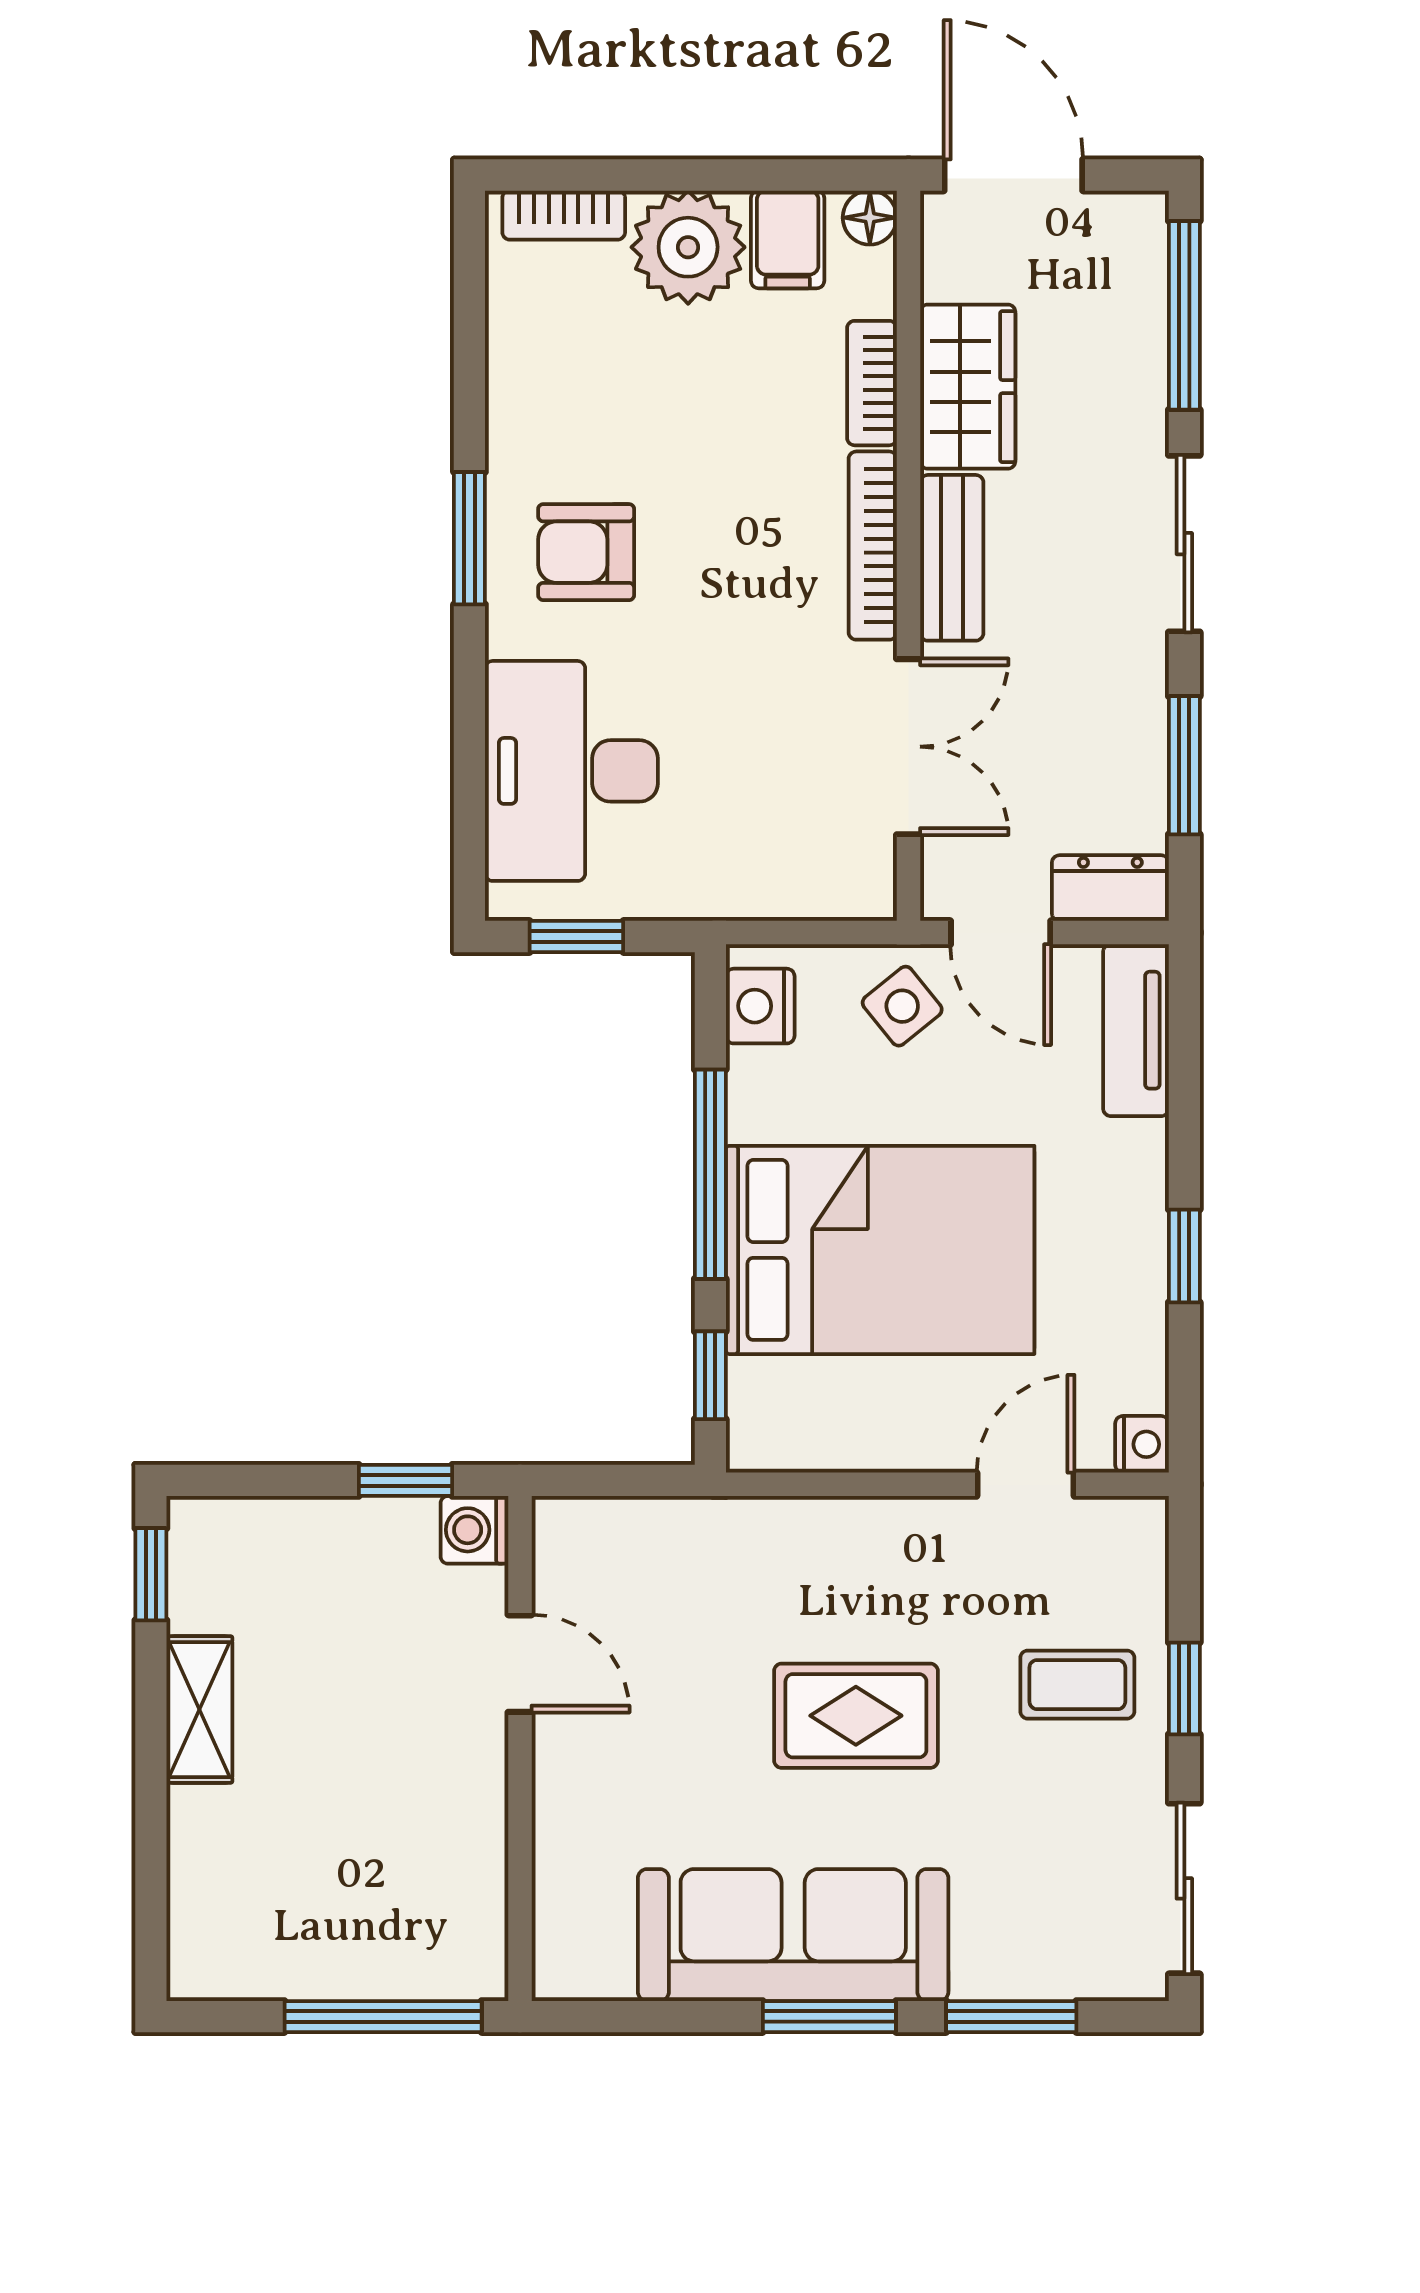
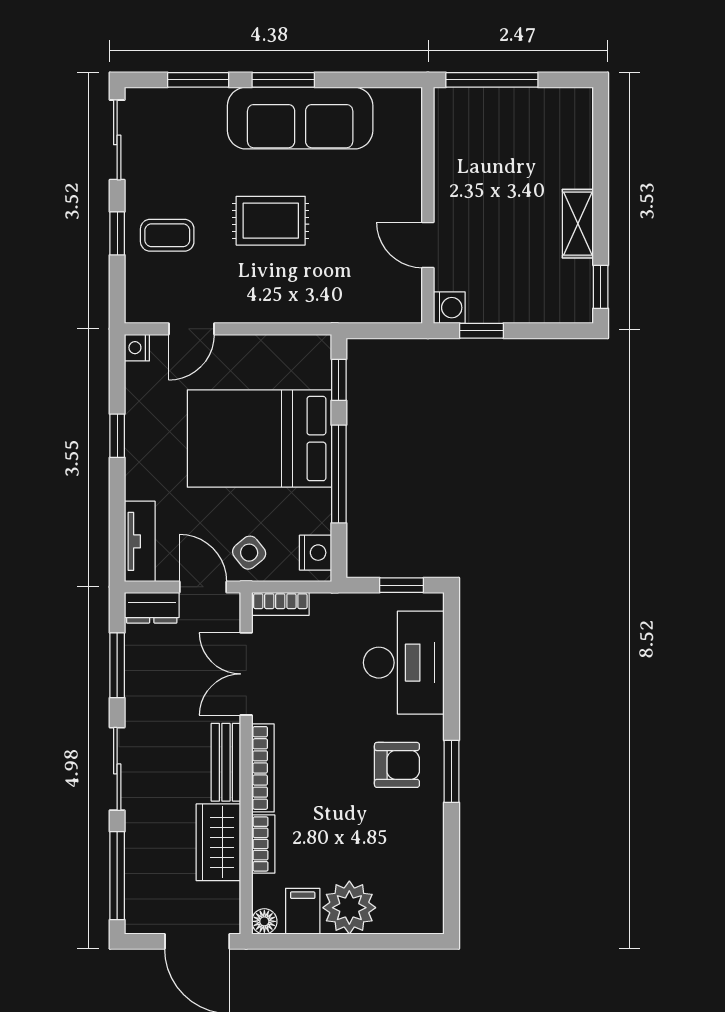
bookcase: (564, 215) -> (280, 604), moved, turned 180

